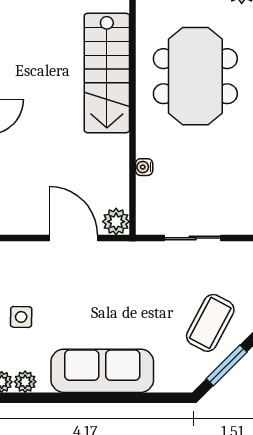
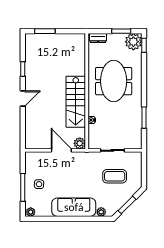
stairs: (107, 73) -> (76, 102), moved
coffee table: (210, 323) -> (115, 176), moved, turned 62
plant: (25, 382) -> (101, 212), moved

